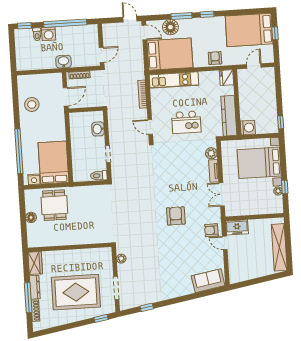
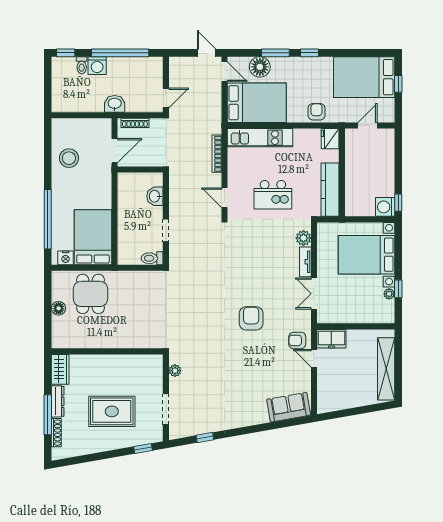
washing machine: (248, 128) -> (385, 207), moved, turned 180
rug: (76, 292) -> (112, 411), width x0.73, depth x0.69

